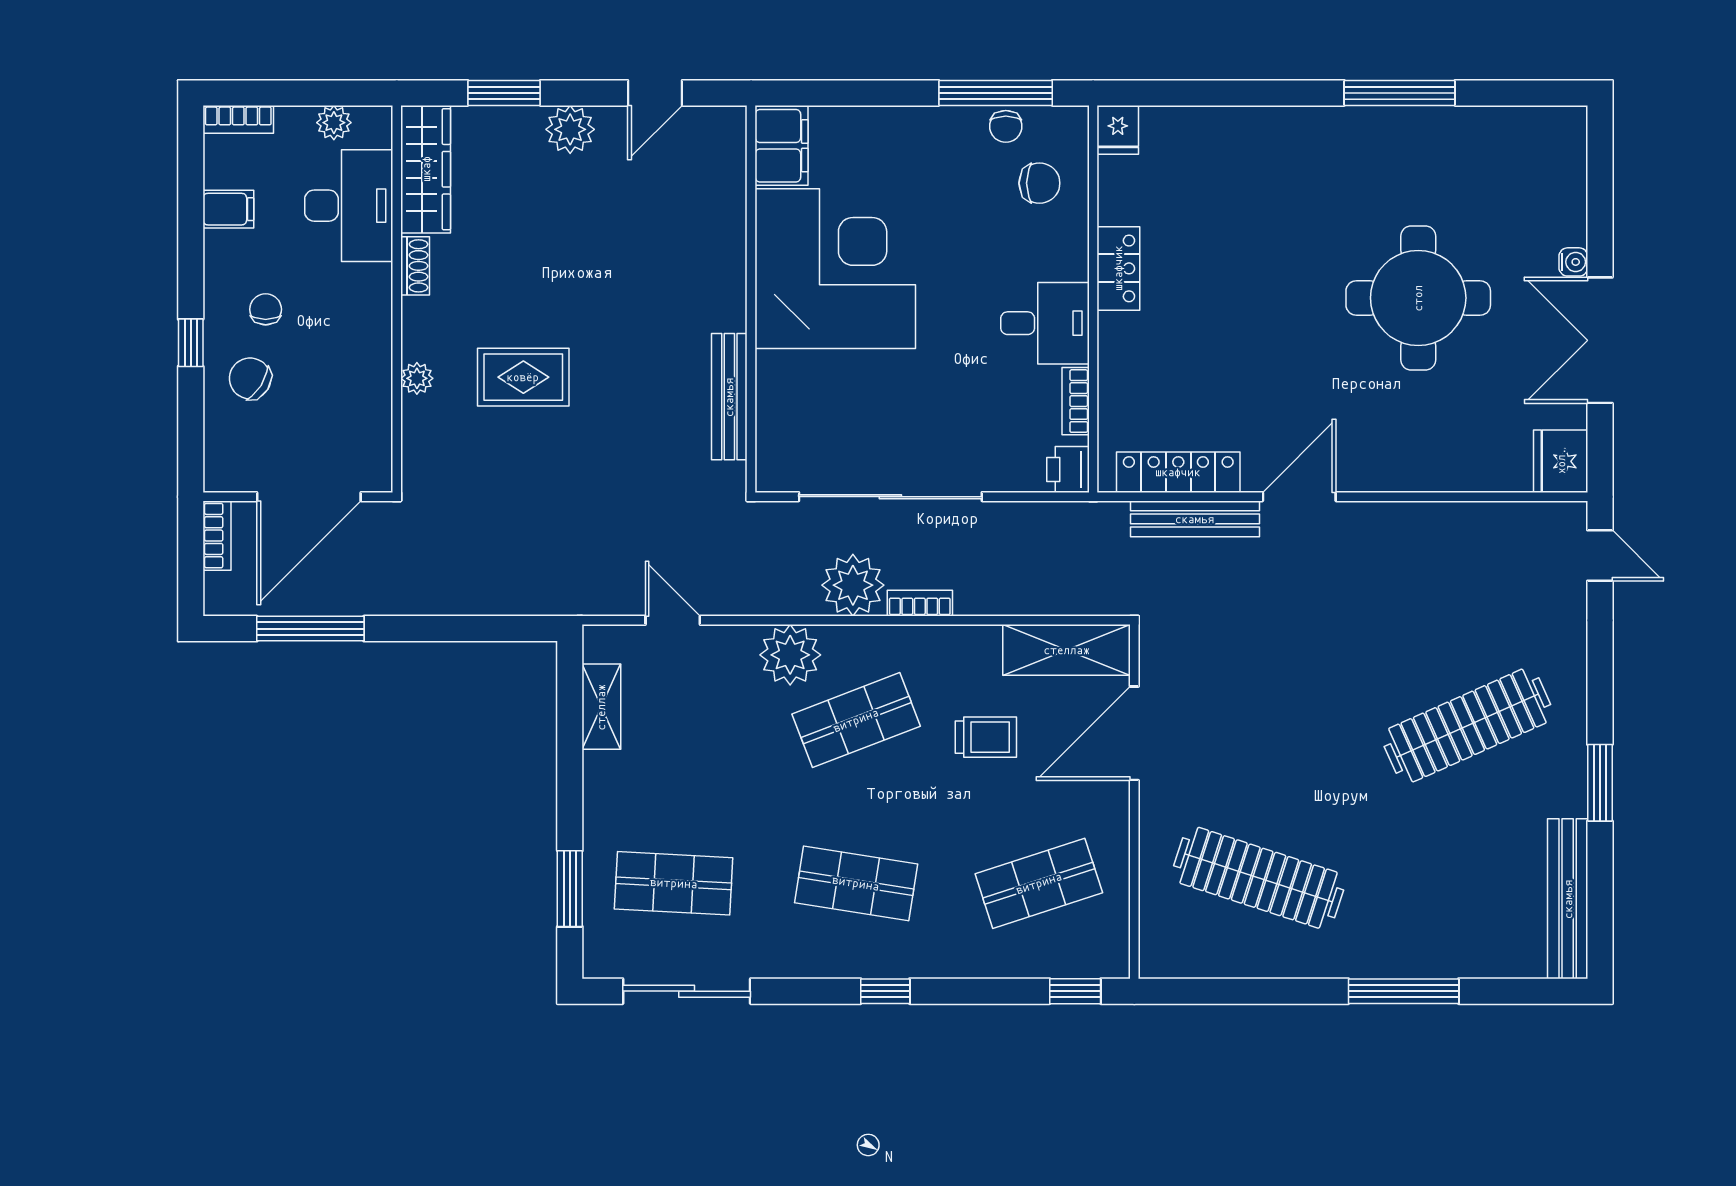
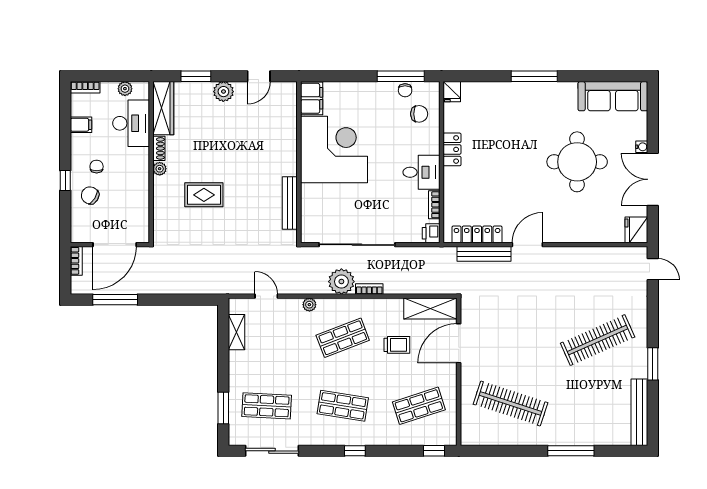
window: (1400, 93) -> (534, 76), moved
sofa: (1504, 141) -> (613, 96), added
plant: (417, 378) -> (160, 169), moved
plant: (790, 655) -> (309, 305), width x0.53, depth x0.53

